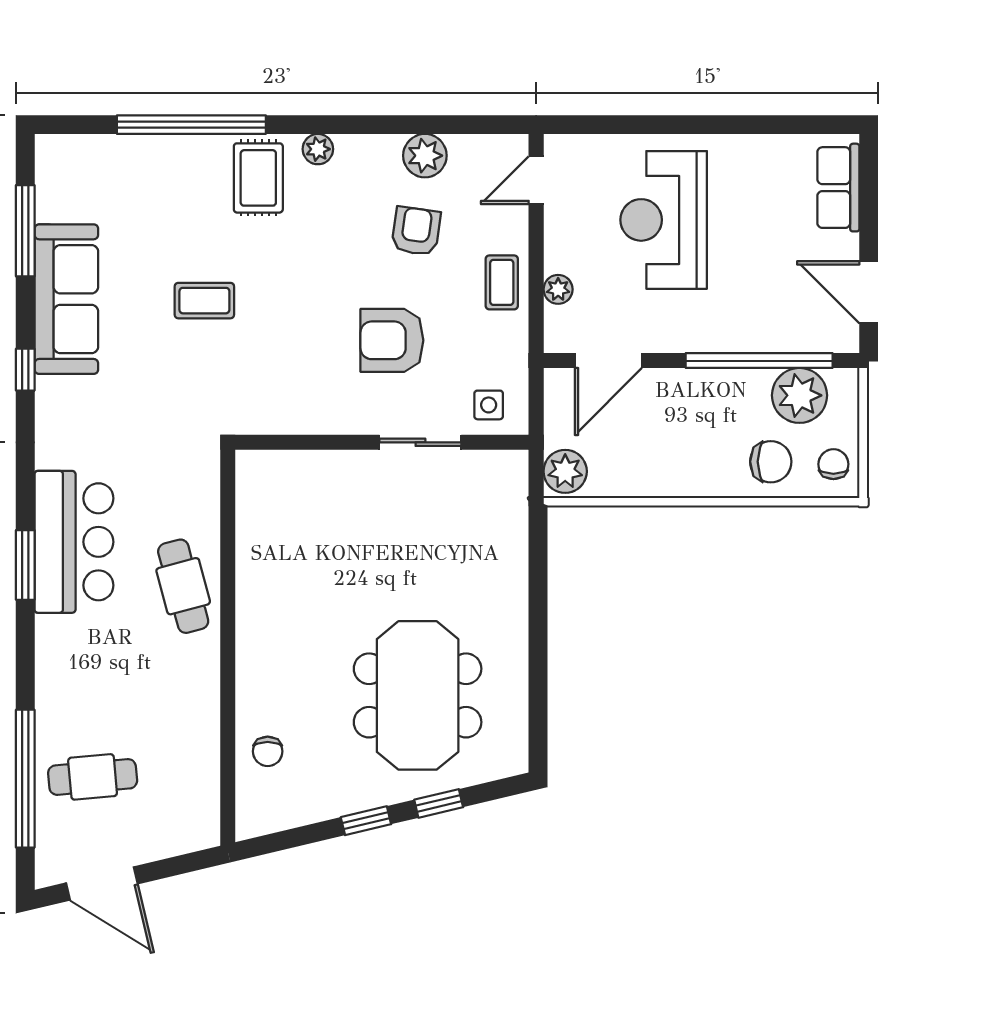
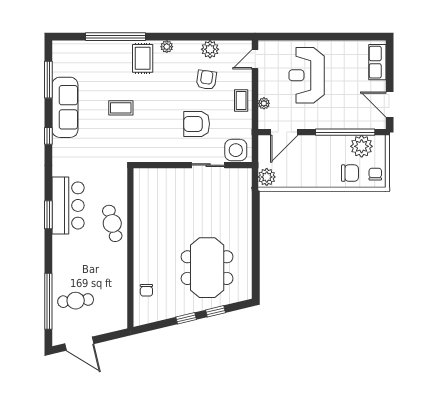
side table: (489, 405) -> (236, 150), width x1.87, depth x1.87

